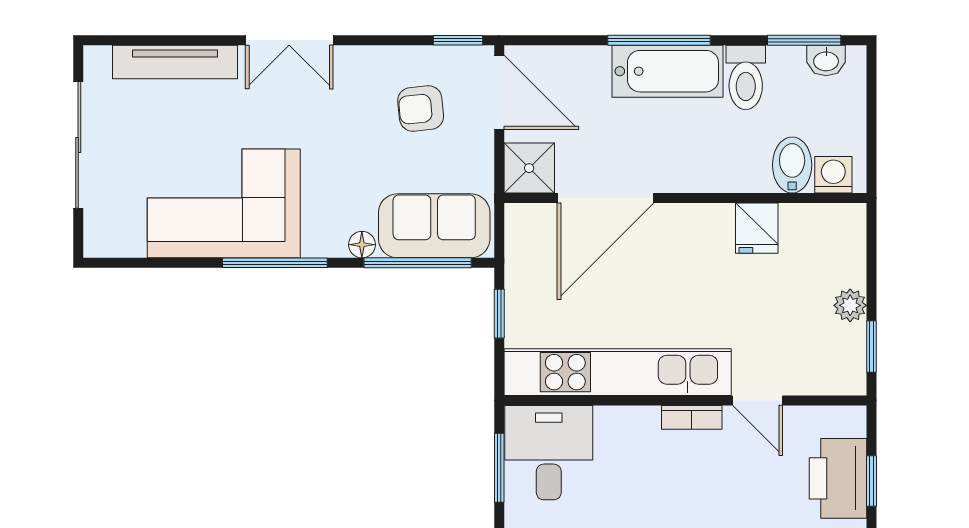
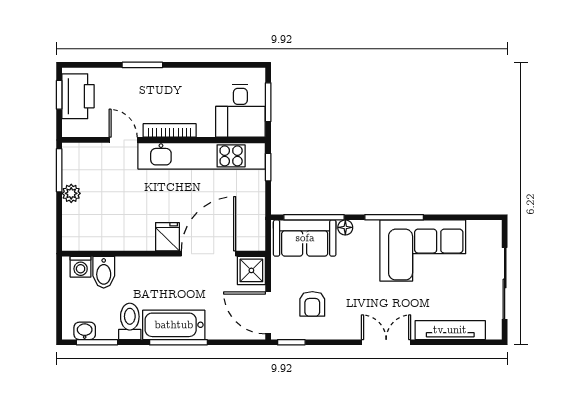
armchair: (421, 109) -> (312, 304), turned 96
fridge: (757, 228) -> (167, 237), moved
window: (499, 314) -> (268, 167), moved
window: (872, 347) -> (59, 170), width x1.50
bookcase: (692, 417) -> (170, 130), width x1.56

